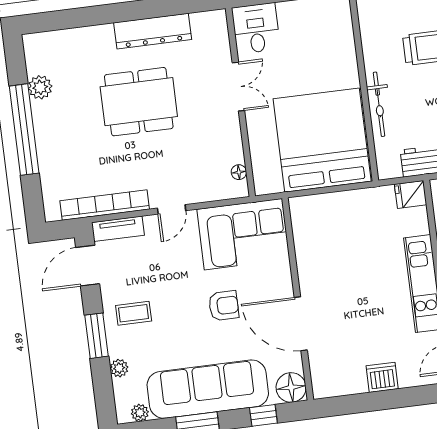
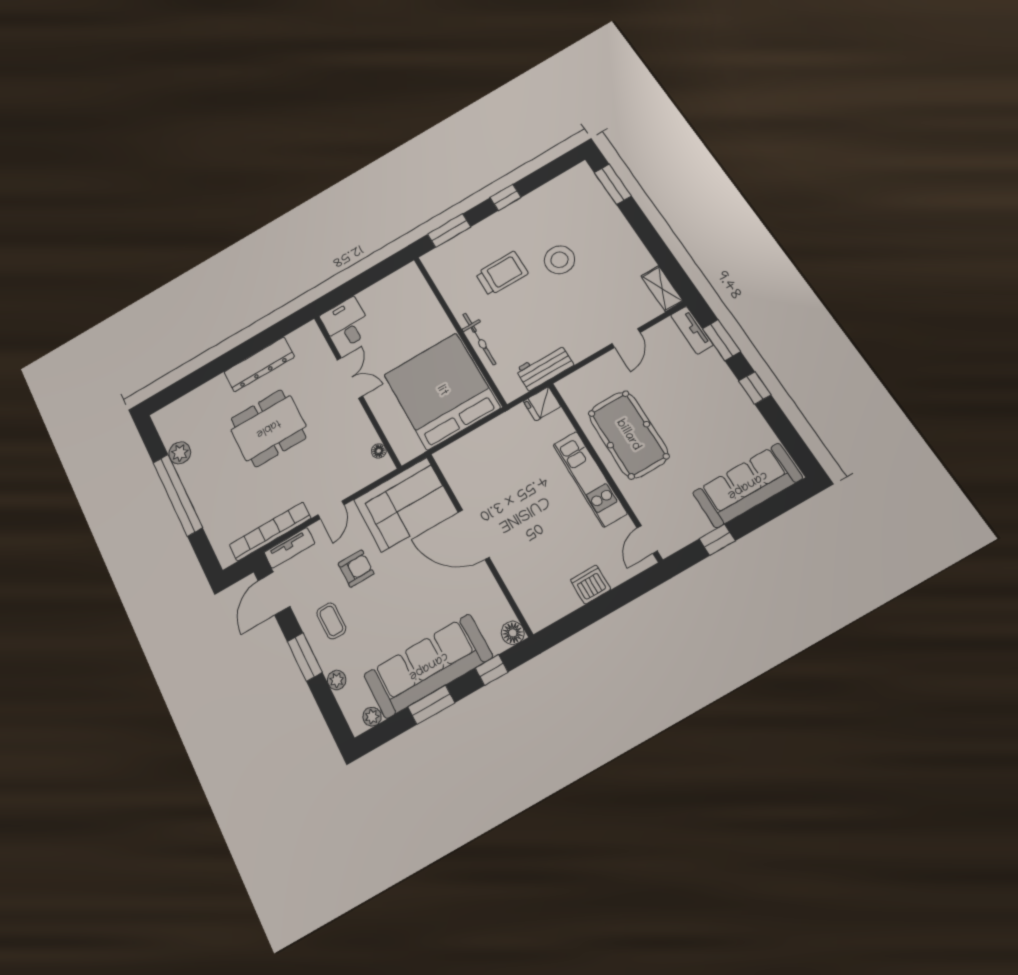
armchair: (224, 306) -> (356, 568), moved
coffee table: (134, 313) -> (331, 621), turned 90
door: (301, 324) -> (474, 535), moved
floor lamp: (291, 387) -> (513, 633), width x0.73, depth x0.73

